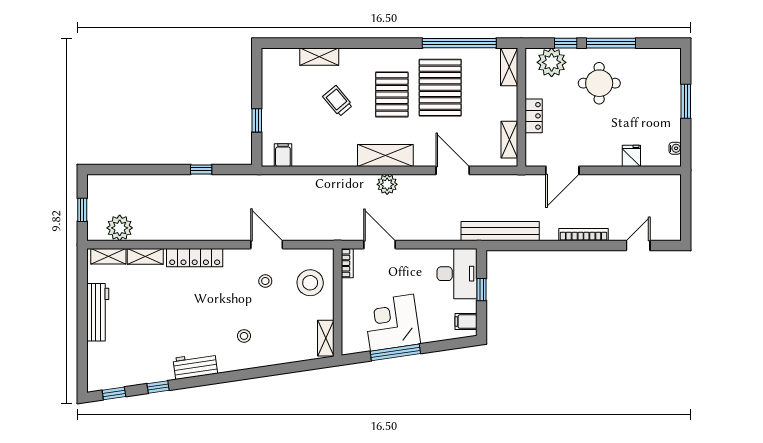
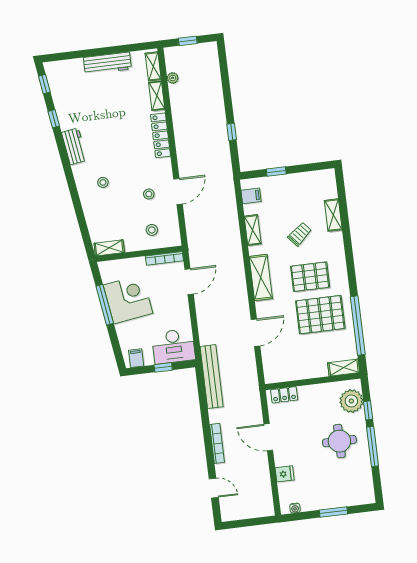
locker: (534, 116) -> (284, 395), moved
shelving: (509, 140) -> (253, 230), moved, turned 90
door: (562, 170) -> (268, 437), moved
plant: (387, 184) -> (238, 282), removed
plant: (120, 228) -> (173, 78), width x0.53, depth x0.53
bookcase: (347, 263) -> (164, 258), width x1.56
stool: (310, 283) -> (152, 230), width x0.53, depth x0.53

